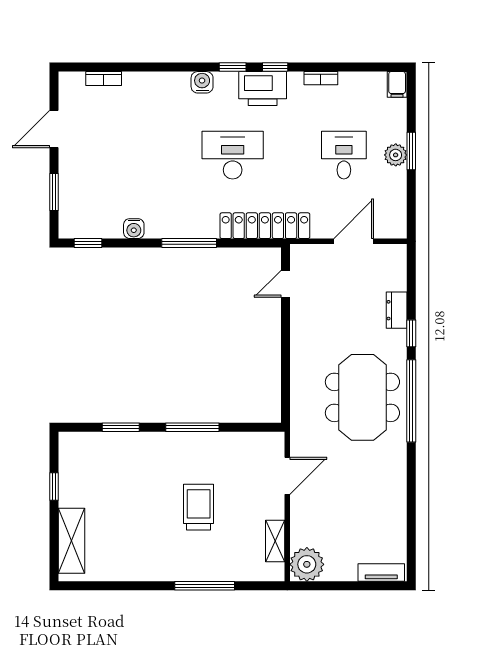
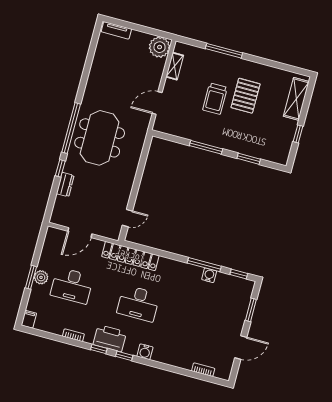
desk: (344, 155) -> (72, 286), width x1.37
window: (189, 243) -> (204, 265), moved
pallet: (152, 524) -> (246, 96), added

